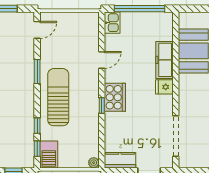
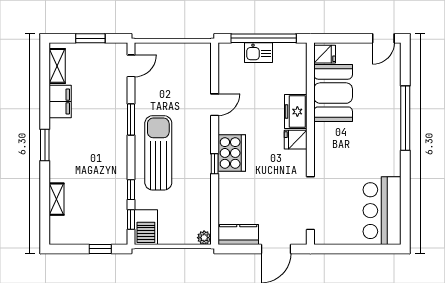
fridge: (187, 21) -> (325, 54), added
kitchen sink: (112, 23) -> (259, 53), moved, turned 90
freezer: (164, 60) -> (296, 112), width x0.71

